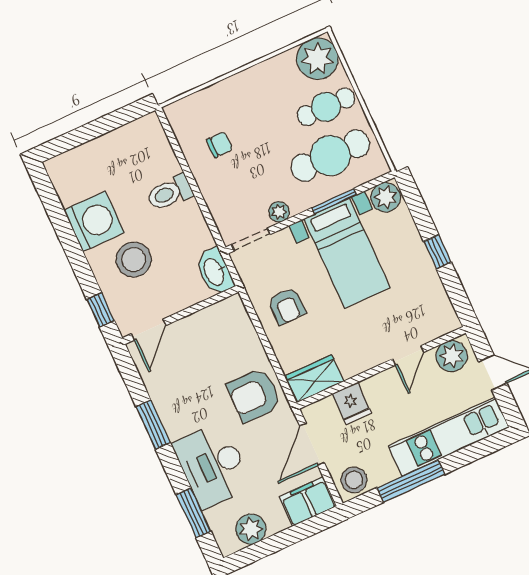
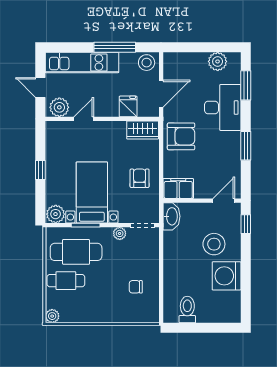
plant: (318, 59) -> (52, 316), width x0.53, depth x0.53
toilet: (170, 193) -> (187, 310), moved, turned -90
filing cabinet: (308, 502) -> (178, 189), moved, turned 180

